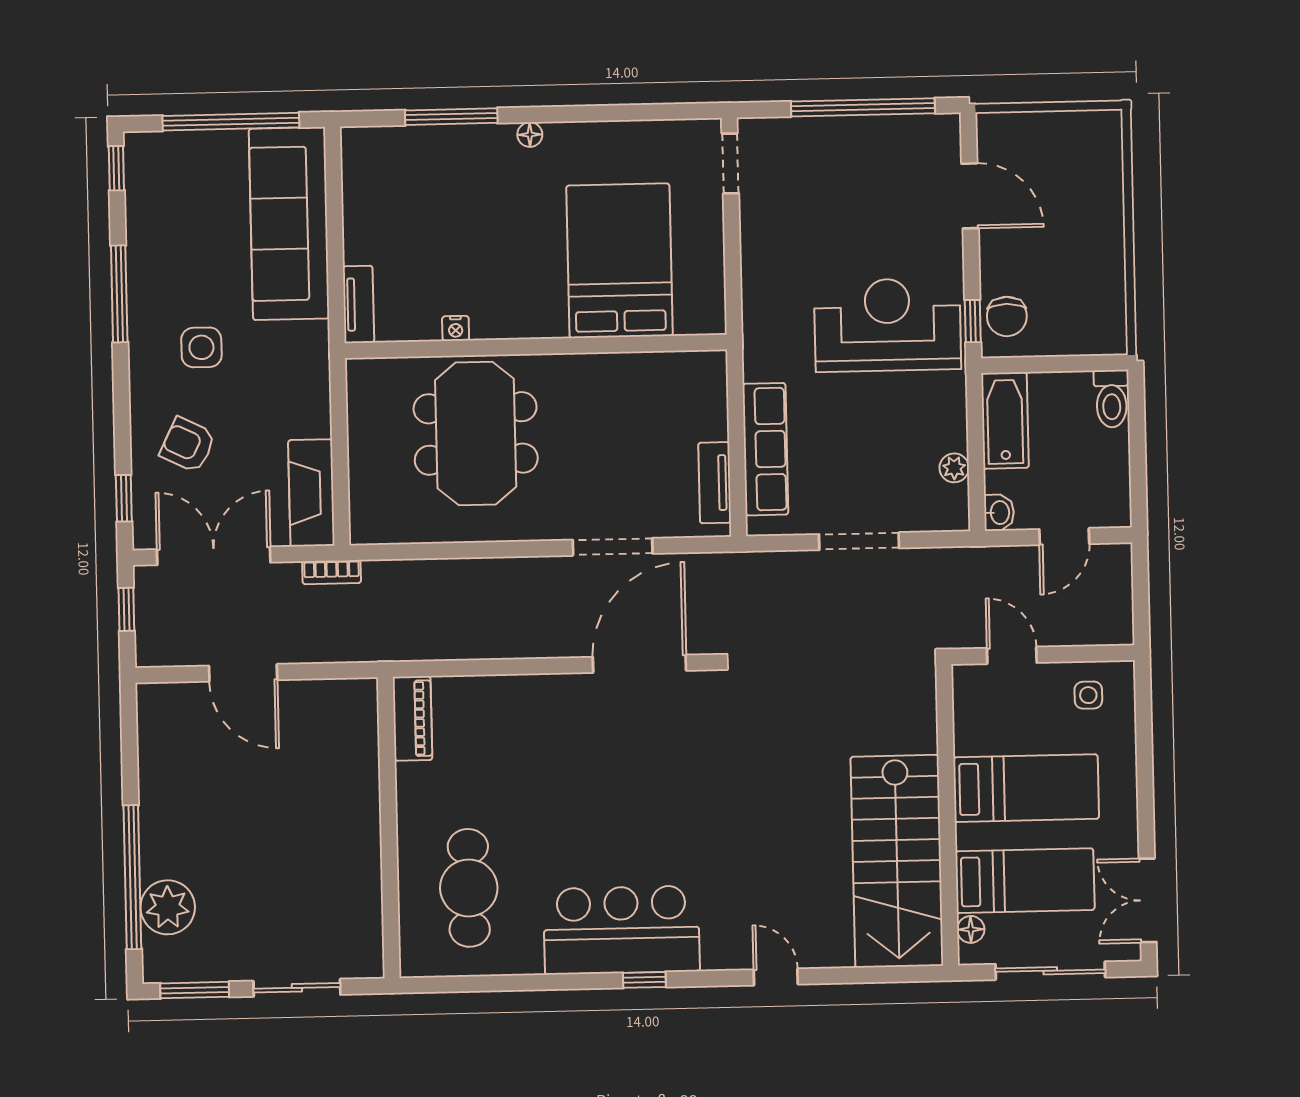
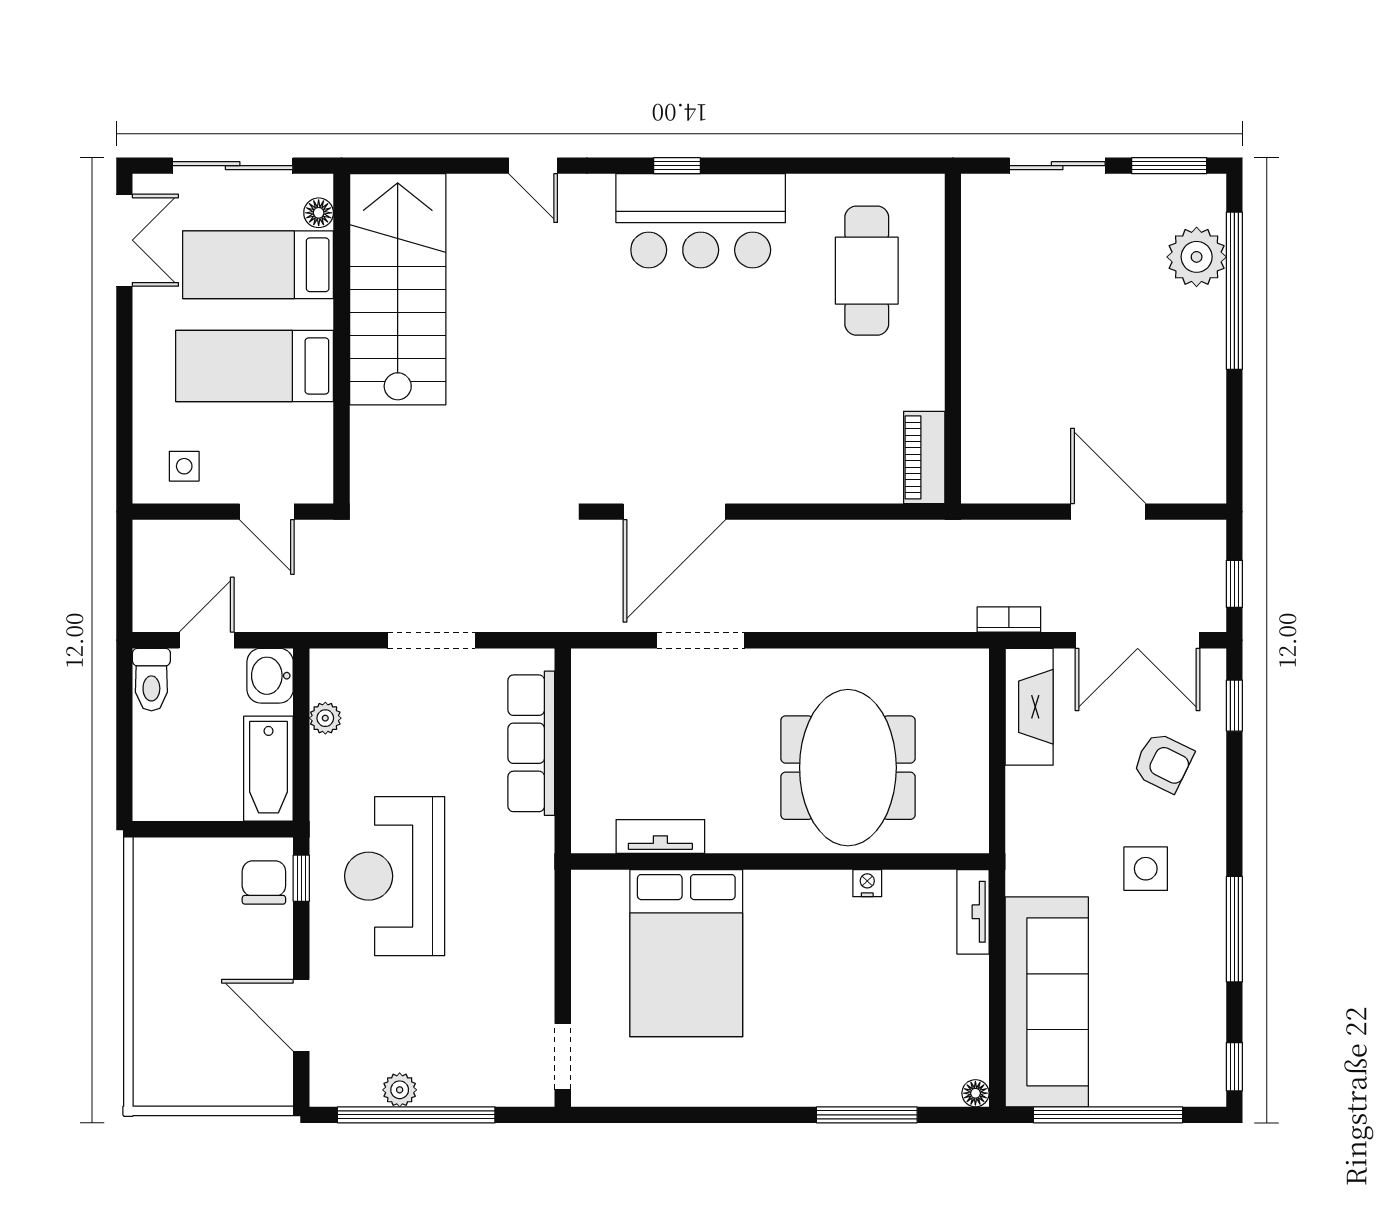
plant: (879, 130) -> (400, 1090), added
floor lamp: (530, 135) -> (975, 1093), moved
reception desk: (888, 325) -> (395, 876), turned 90
toilet: (1112, 399) -> (151, 680), moved, turned 180
tv unit: (715, 483) -> (660, 837), moved, turned -90
washbasin: (999, 513) -> (270, 676), width x1.38, depth x1.45

